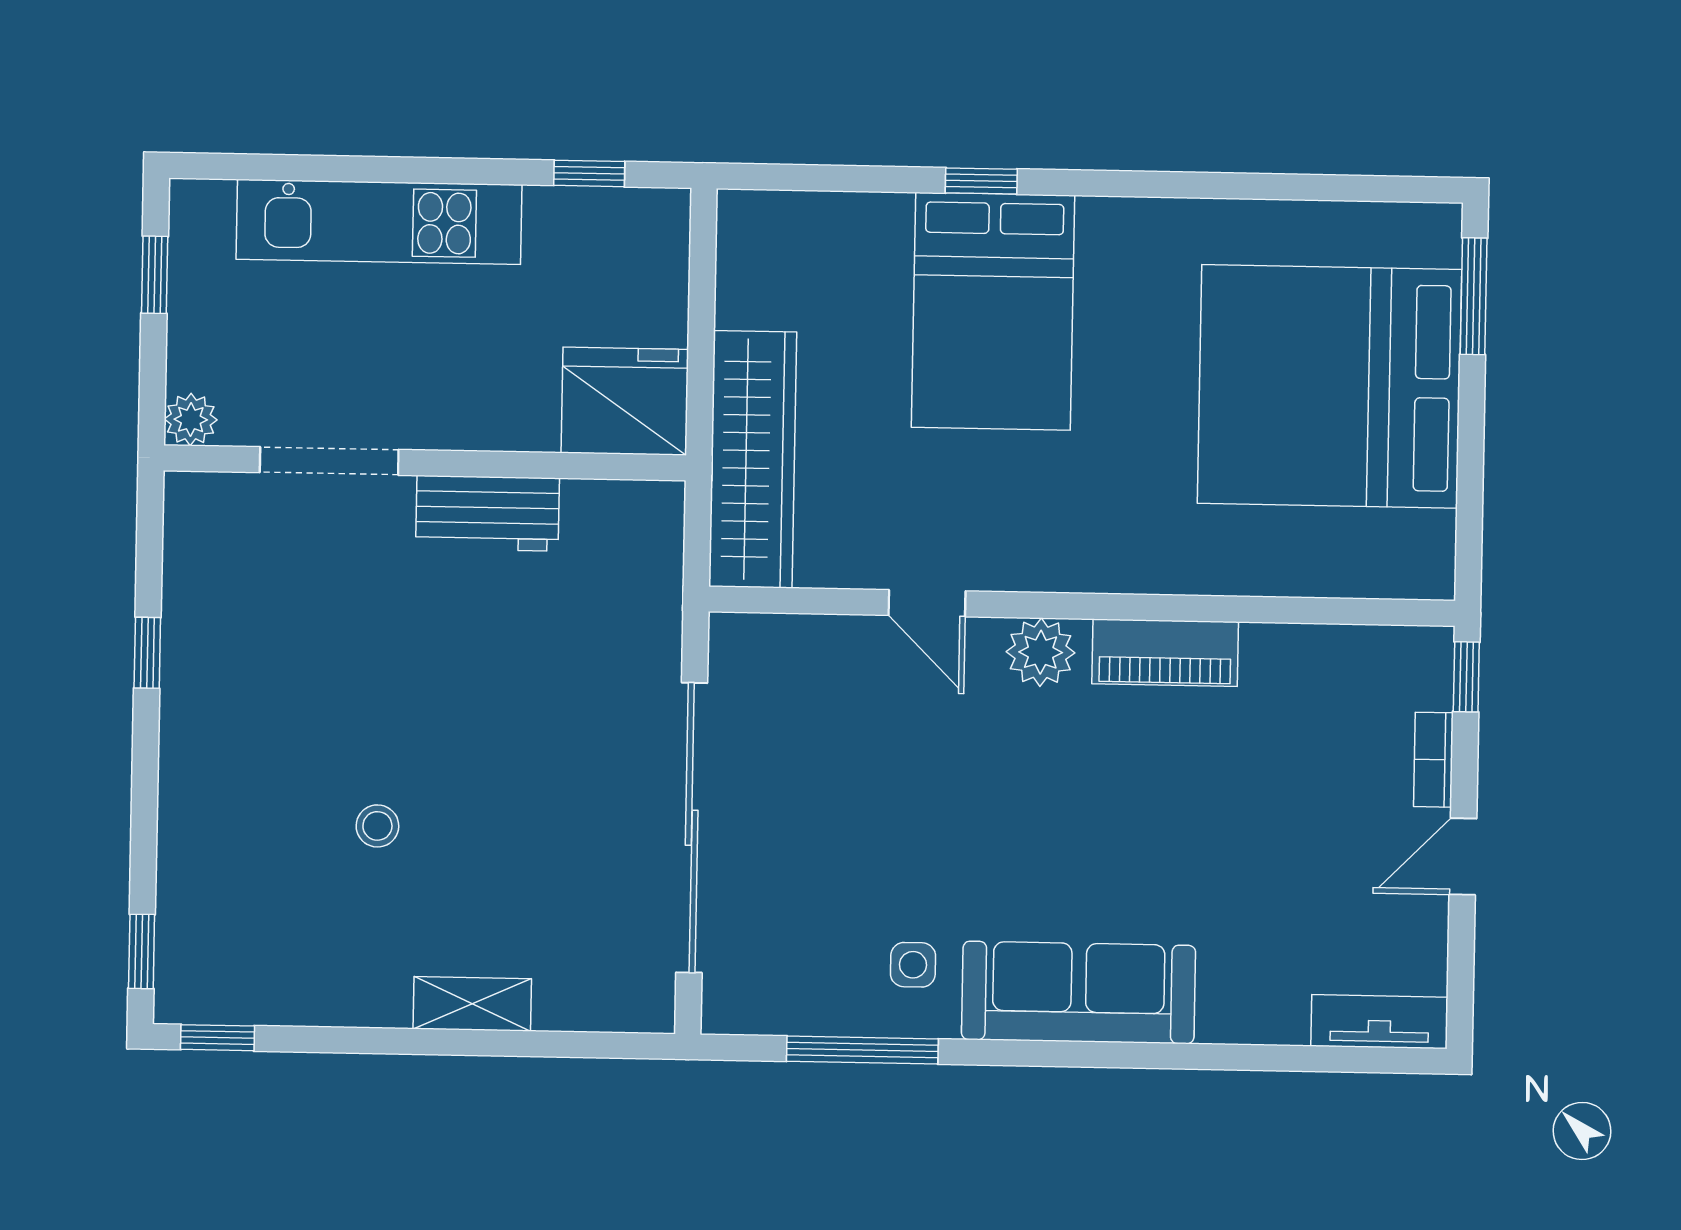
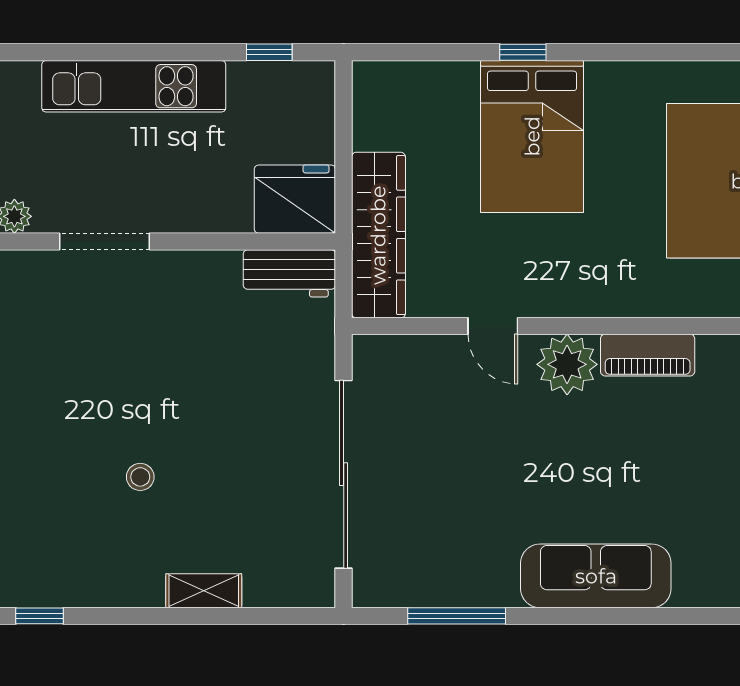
workbench: (488, 513) -> (289, 273), moved
plant: (1041, 652) -> (567, 364), width x1.36, depth x1.36
side table: (913, 965) -> (488, 560), removed

